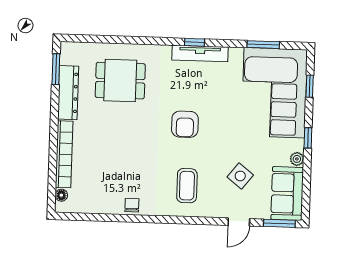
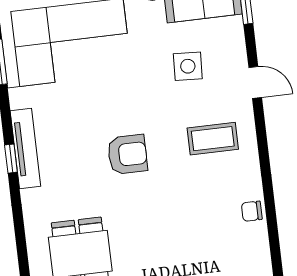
side table: (240, 176) -> (188, 66), turned -35
door: (239, 222) -> (255, 82), moved

